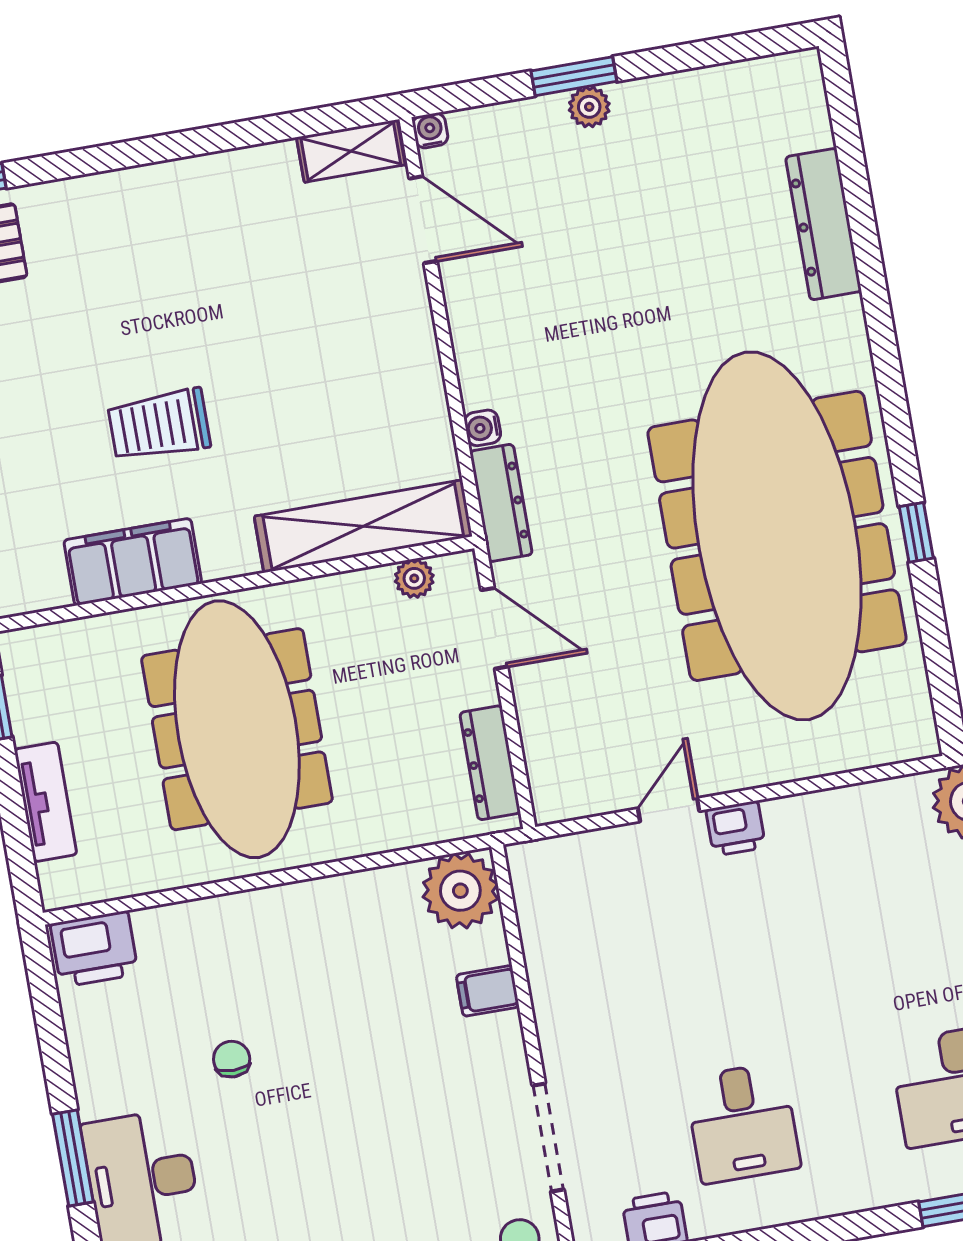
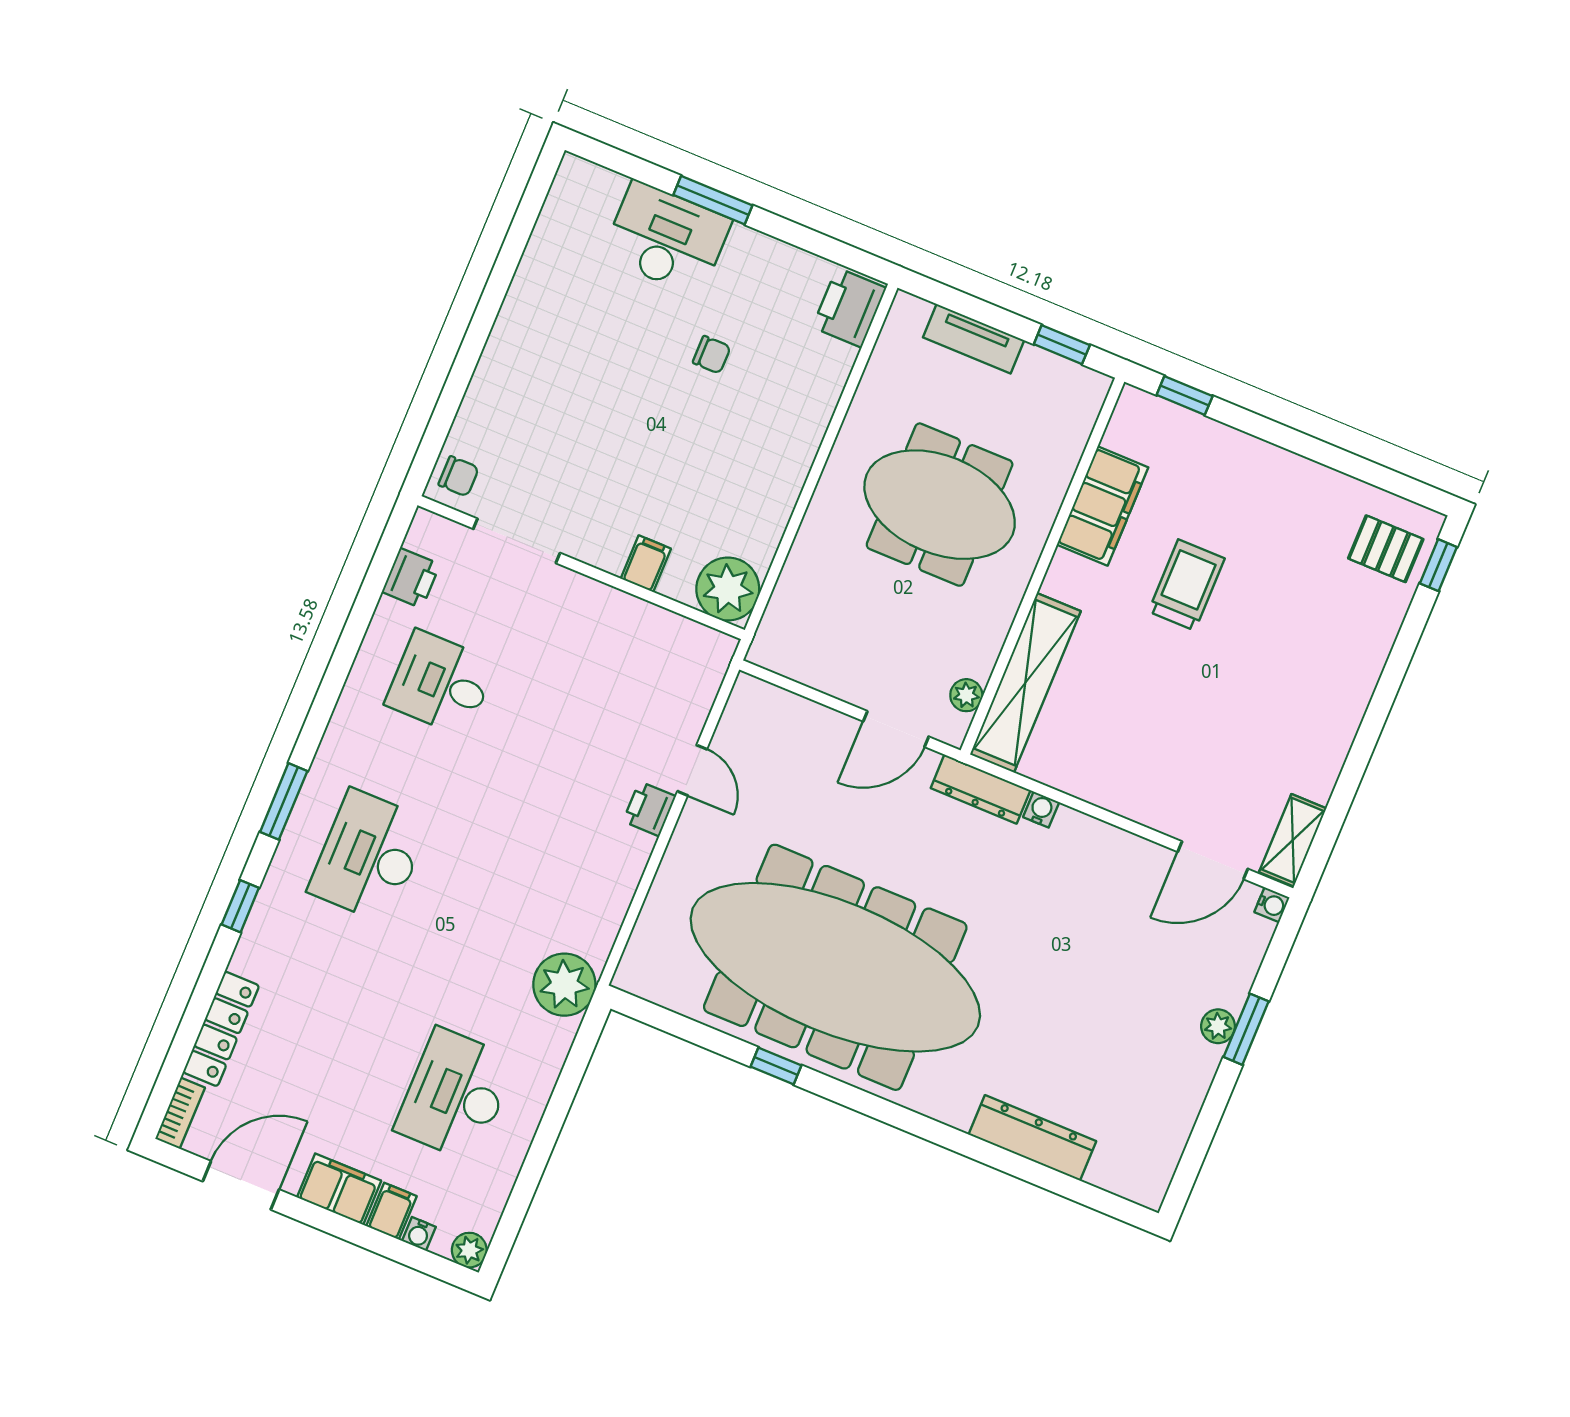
meeting table: (237, 729) -> (940, 505), width x0.73
dresser: (490, 763) -> (804, 666), removed

